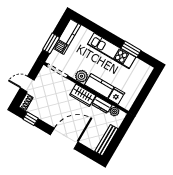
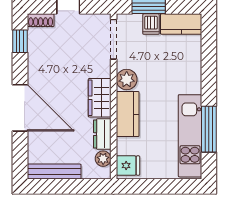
window: (131, 49) -> (209, 129), width x1.44
kitchen unit: (112, 51) -> (190, 136), moved
fridge: (116, 96) -> (128, 166), moved

